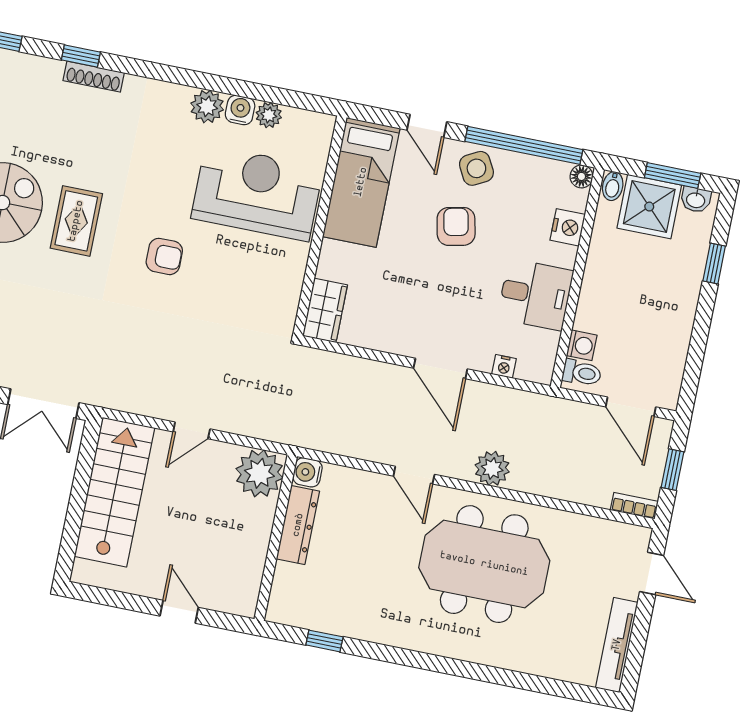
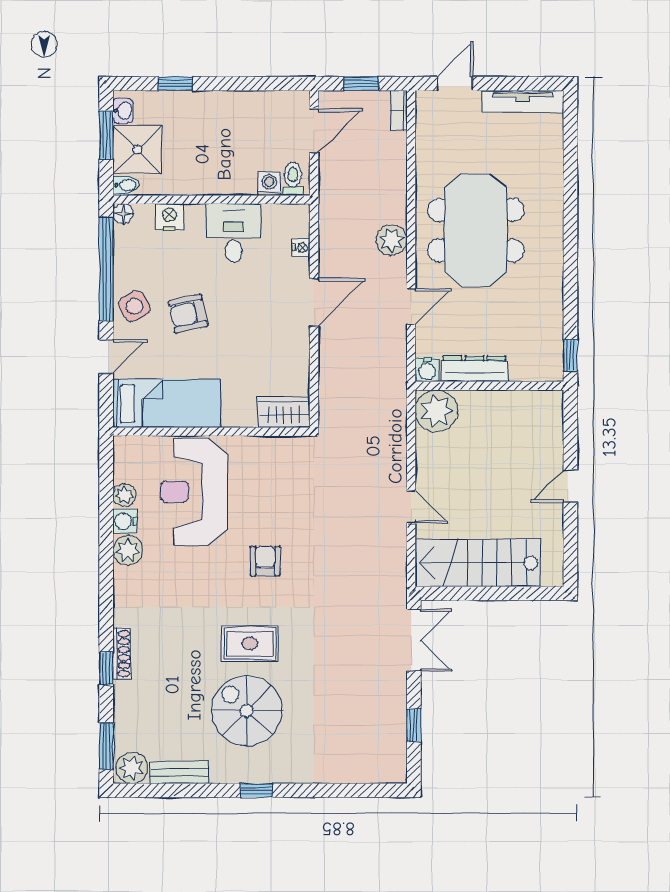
water cooler: (307, 472) -> (427, 370), moved
plant: (259, 473) -> (436, 411), moved
dresser: (298, 525) -> (474, 369), moved
wall: (276, 538) -> (489, 386), moved

